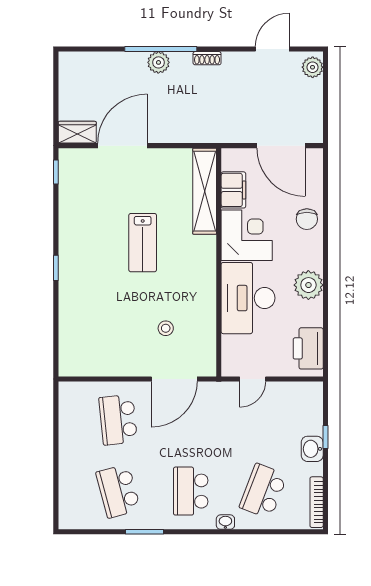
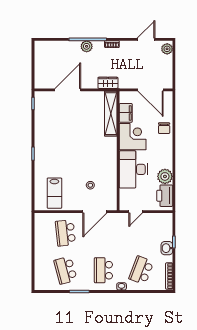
wardrobe: (77, 132) -> (108, 83), moved
lab bench: (143, 243) -> (54, 193), moved
plant: (308, 285) -> (165, 176), moved

